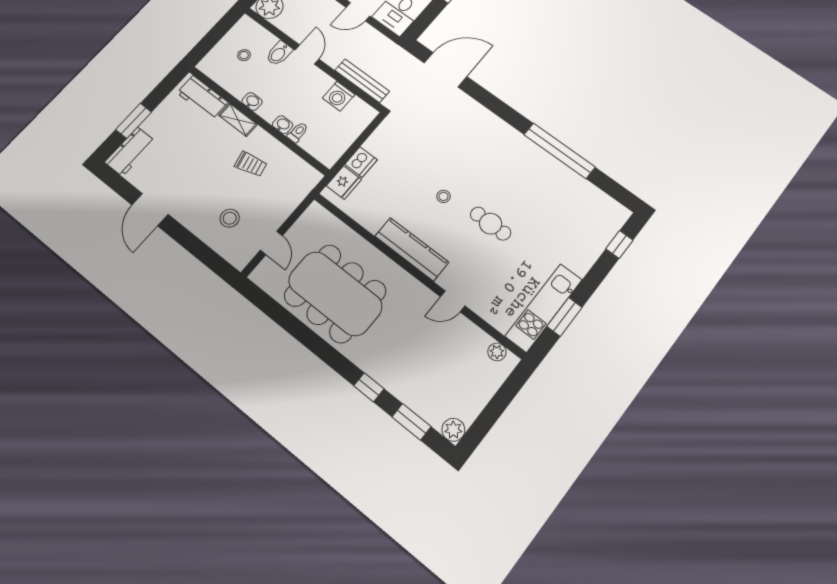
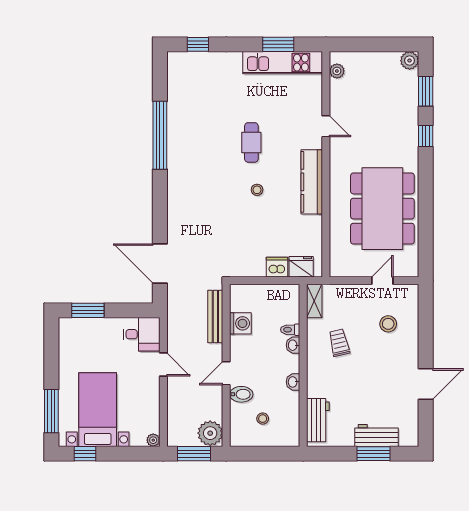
shelving: (238, 120) -> (314, 301), moved
workbench: (130, 152) -> (377, 436), moved

